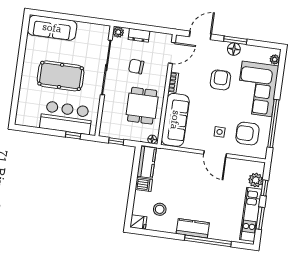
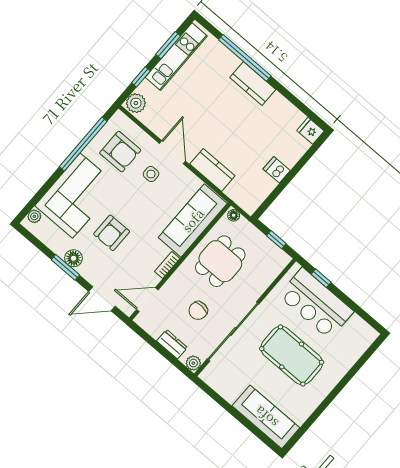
chair: (136, 66) -> (198, 311), turned 90
kitchen counter: (147, 162) -> (212, 170), moved, turned 90
plant: (256, 180) -> (136, 103), moved
stool: (160, 209) -> (277, 130), removed

